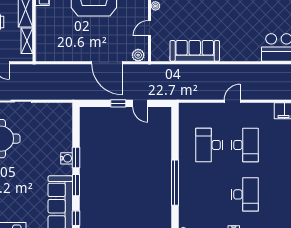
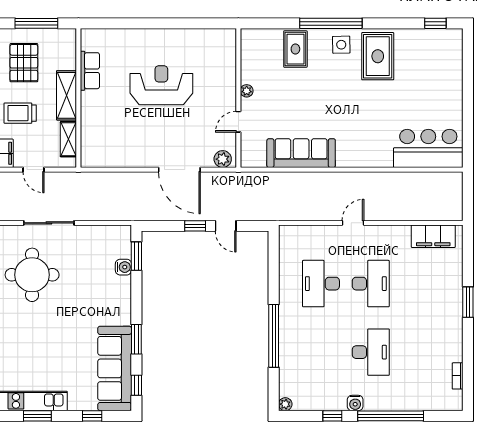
window: (76, 157) -> (136, 256), moved
water cooler: (67, 158) -> (123, 267), moved

